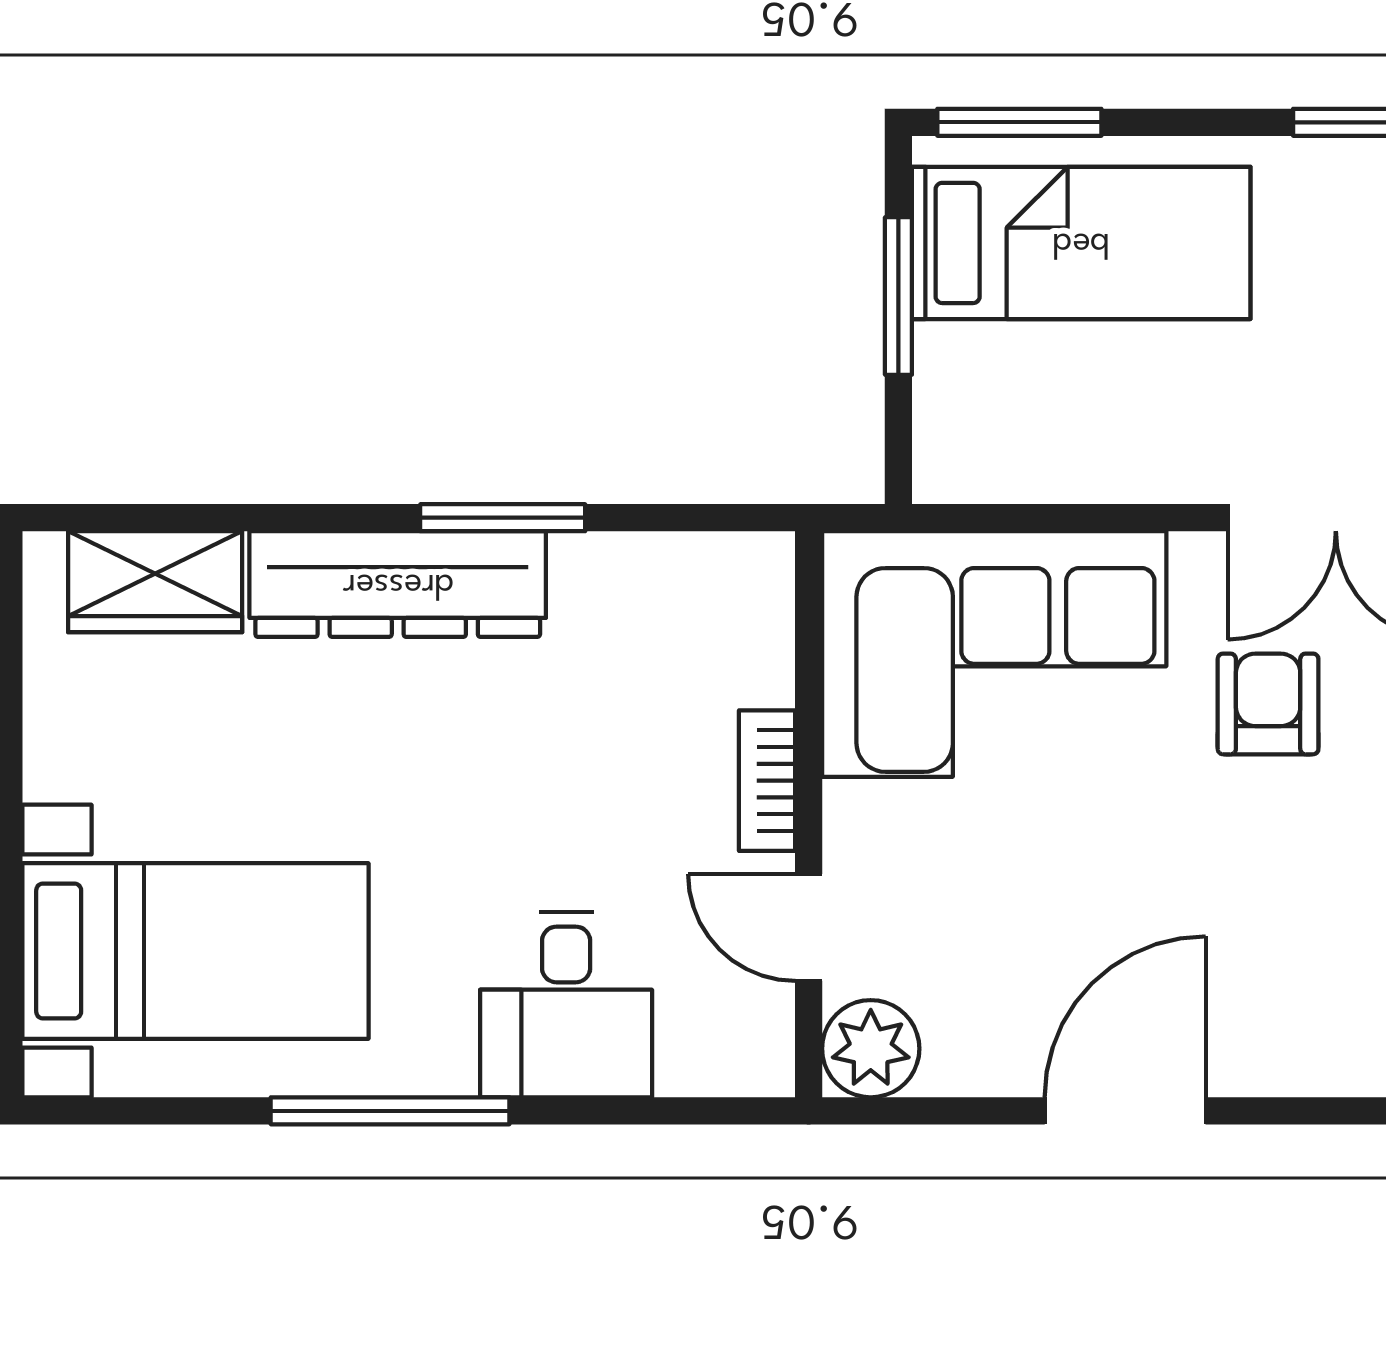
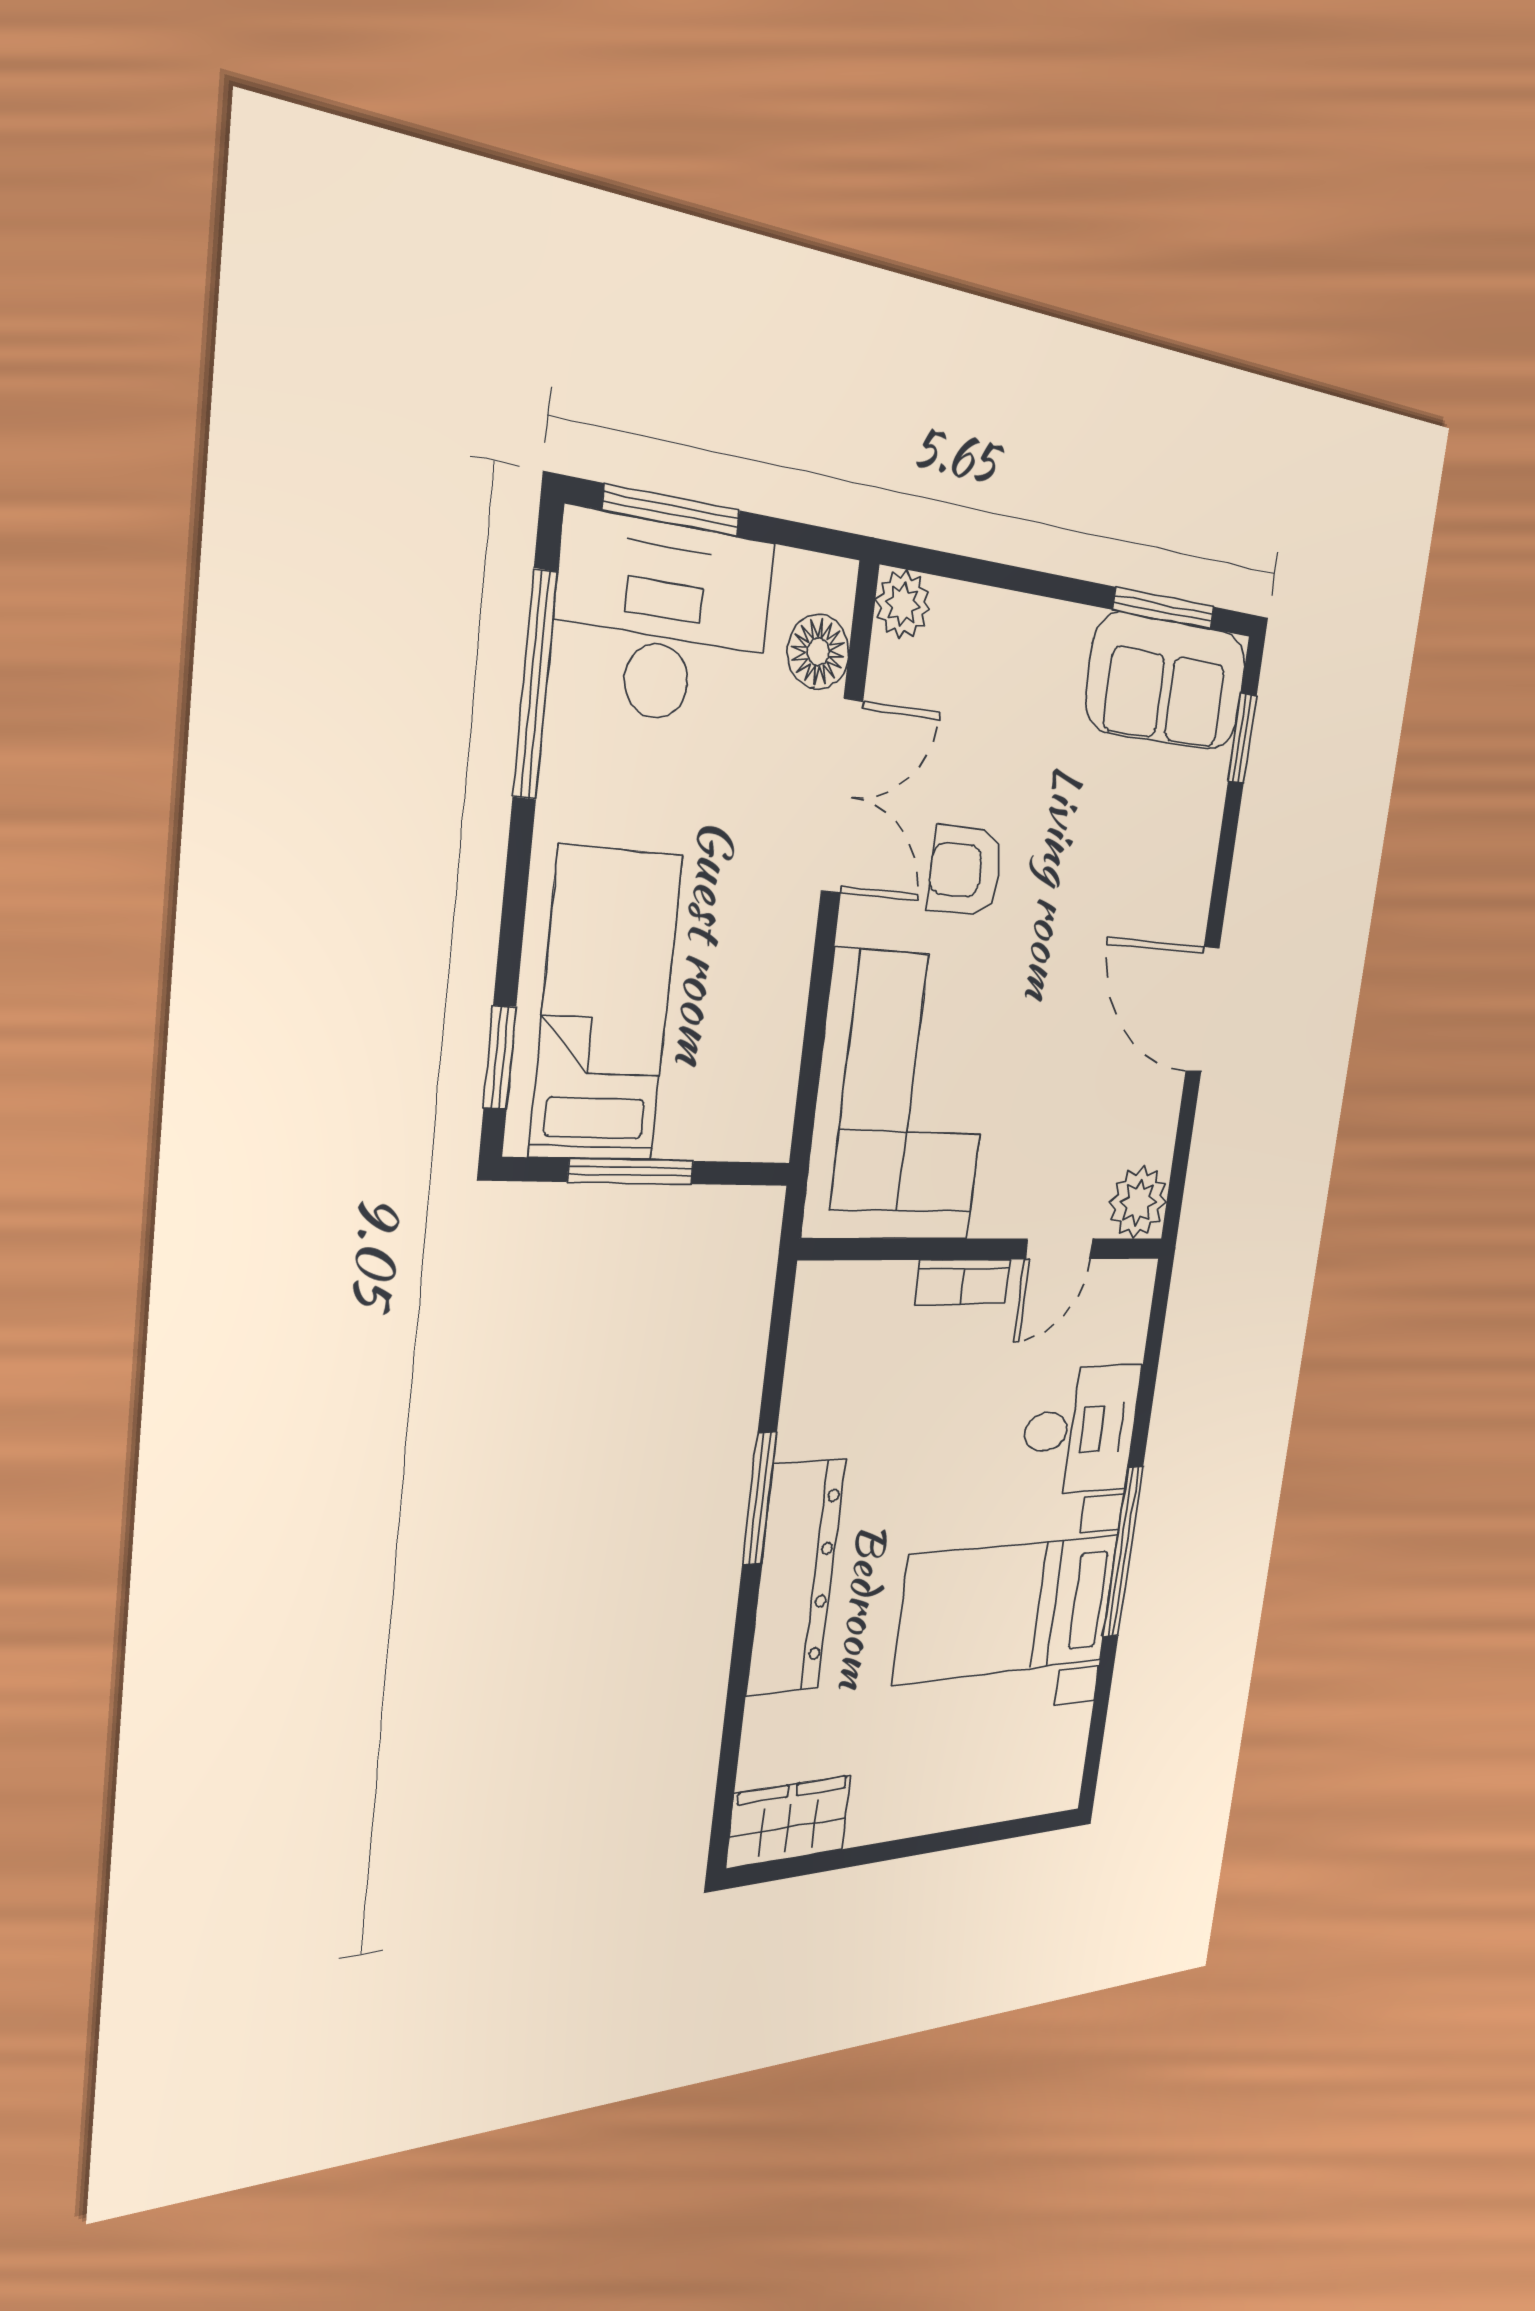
window: (1019, 122) -> (500, 1057), width x0.67
wardrobe: (155, 582) -> (789, 1822), moved, turned -90
bed with nightstands: (195, 951) -> (1008, 1609), moved, turned -90

